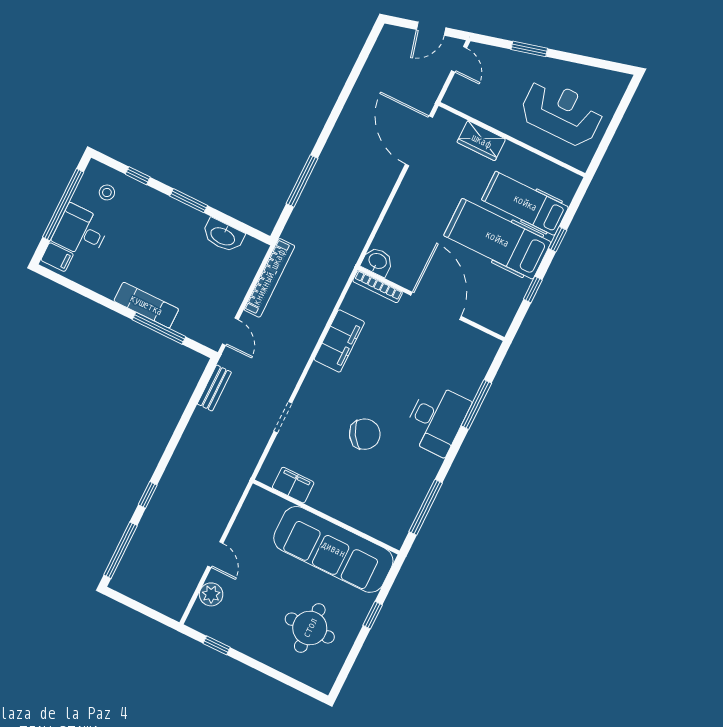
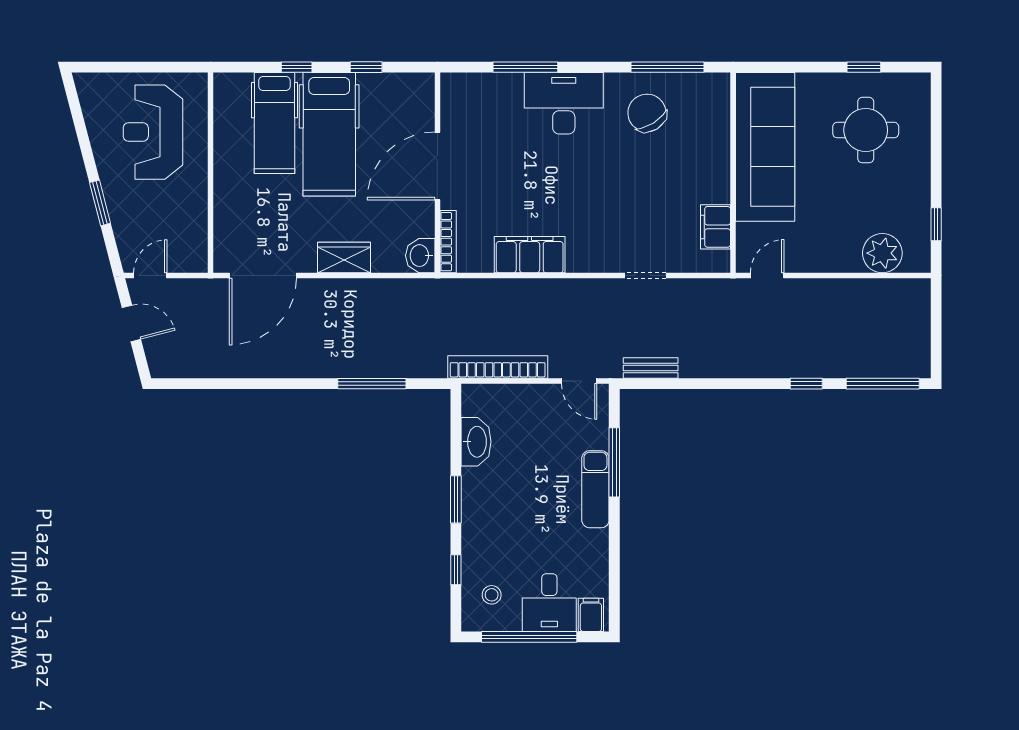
wardrobe: (481, 141) -> (344, 258), moved, turned -90
door: (230, 332) -> (579, 381), swing flipped
chair: (365, 434) -> (647, 113), moved
door: (215, 555) -> (767, 275), moved
plant: (211, 594) -> (882, 253), width x1.36, depth x1.36
window: (373, 615) -> (864, 67), moved

